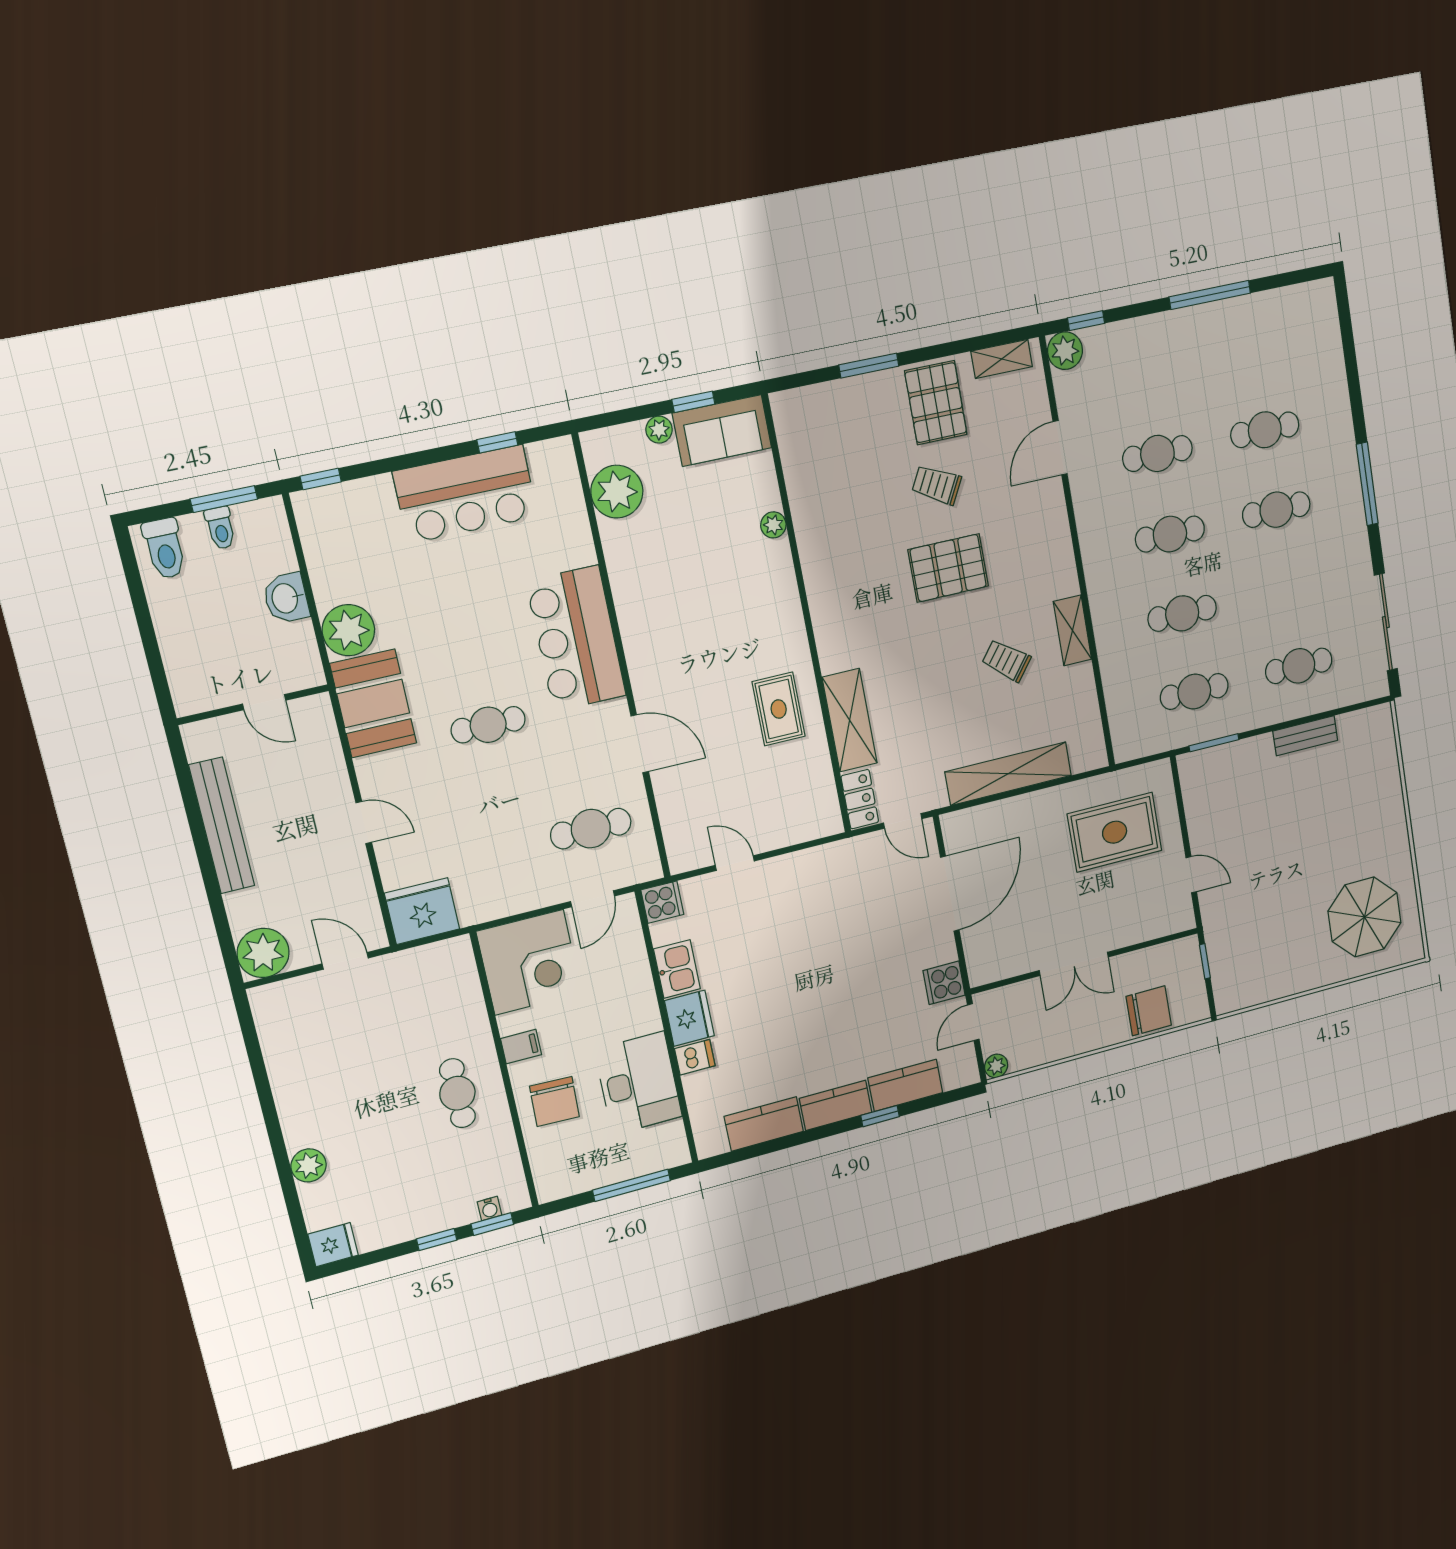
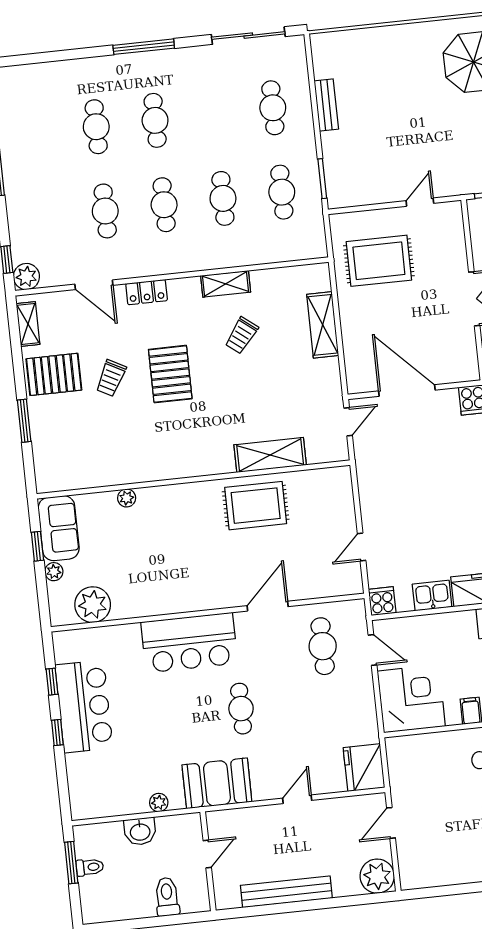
window: (321, 479) -> (57, 733), moved
toilet: (165, 548) -> (167, 897), moved, turned -90
plant: (348, 630) -> (159, 803), width x0.53, depth x0.53
rug: (779, 709) -> (256, 506), width x1.36, depth x1.43
shelving: (1008, 774) -> (323, 325), width x0.68
locker: (860, 799) -> (147, 292), moved, turned 180
rug: (1115, 832) -> (379, 261), turned 90

